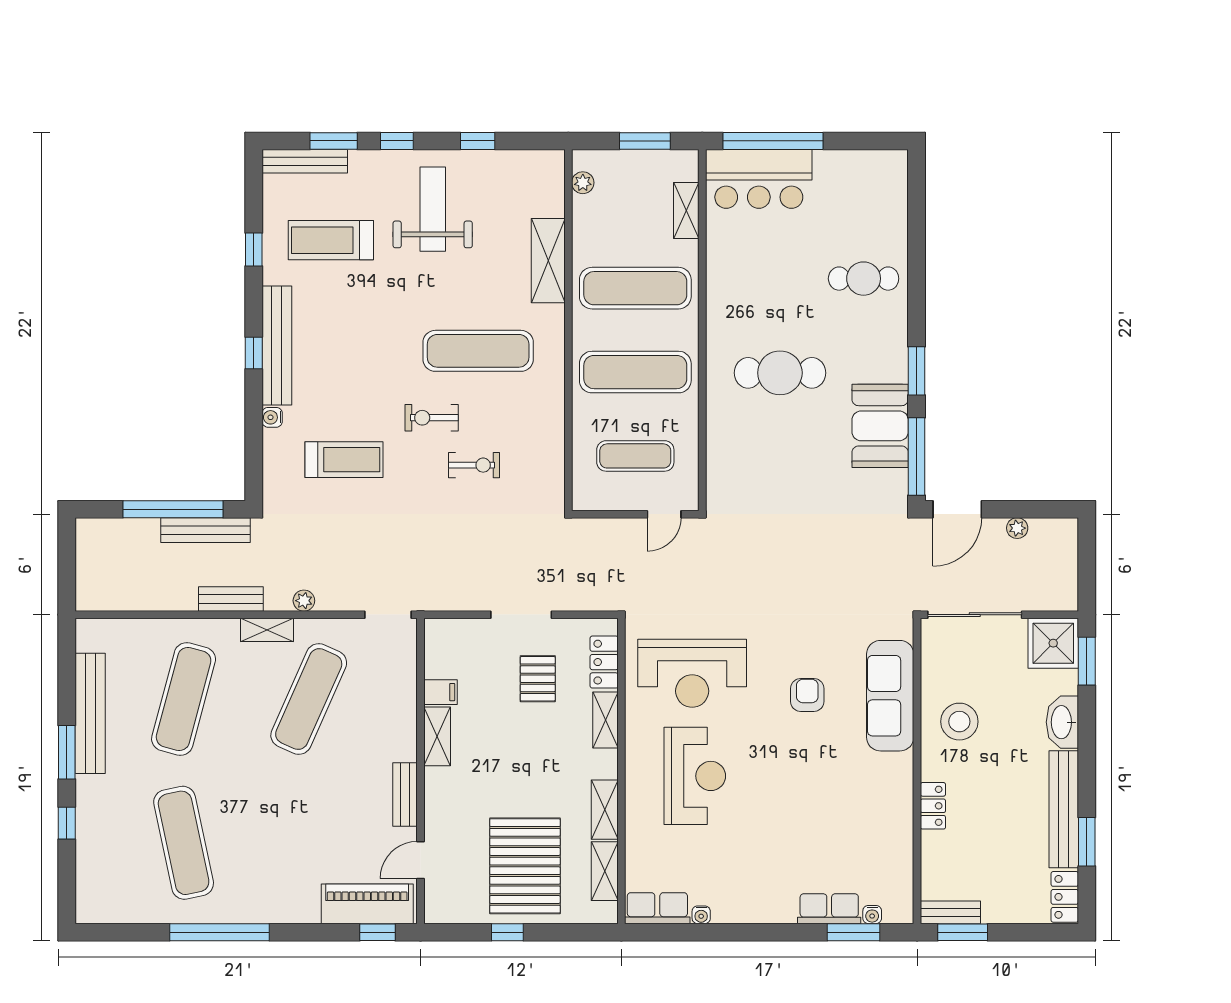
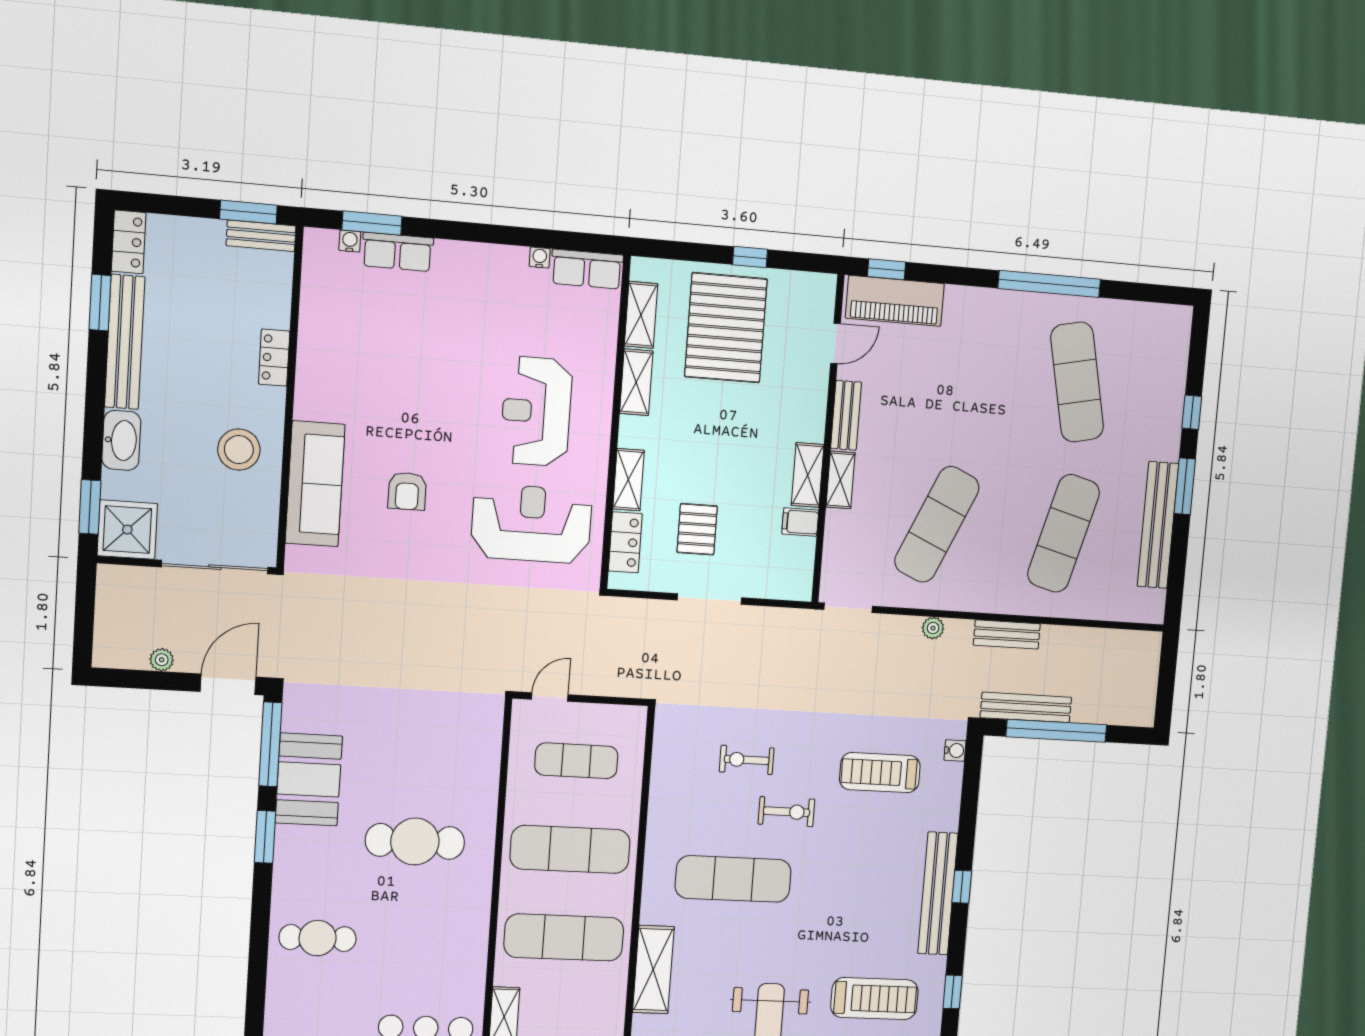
water cooler: (272, 417) -> (955, 750), moved
shelving: (267, 630) -> (840, 480), moved, turned 90

